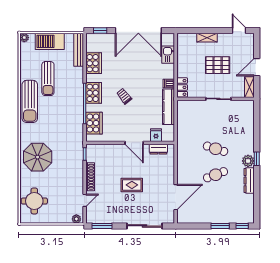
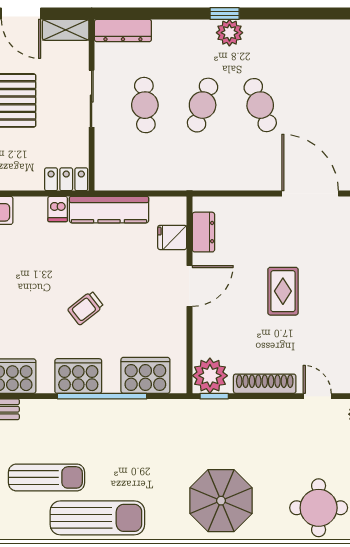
cafe table: (216, 123) -> (145, 105), added
plant: (94, 152) -> (210, 376), added
dresser: (249, 181) -> (123, 31), moved

